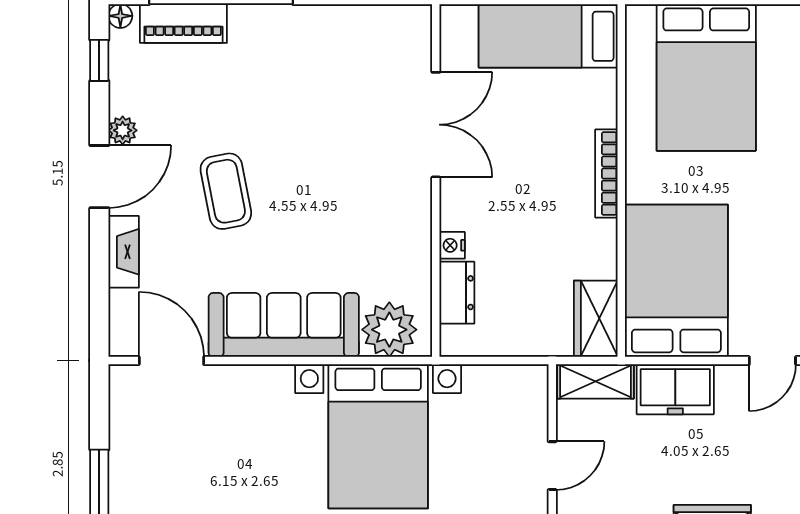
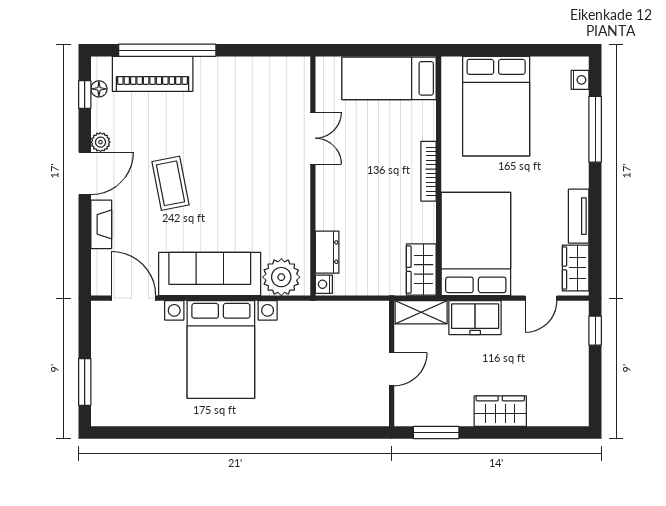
floor lamp: (120, 16) -> (99, 89), moved
piano: (183, 23) -> (153, 74), width x1.37, depth x1.33
double door: (436, 125) -> (313, 138), width x0.73
nightstand: (452, 245) -> (324, 284), moved
bed with nightstands: (378, 436) -> (221, 349), moved

